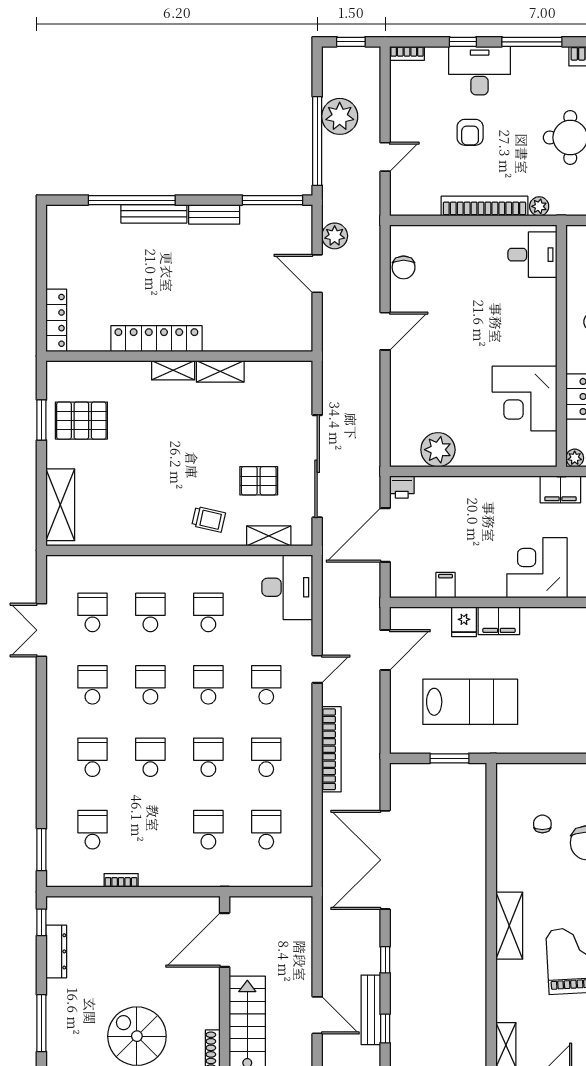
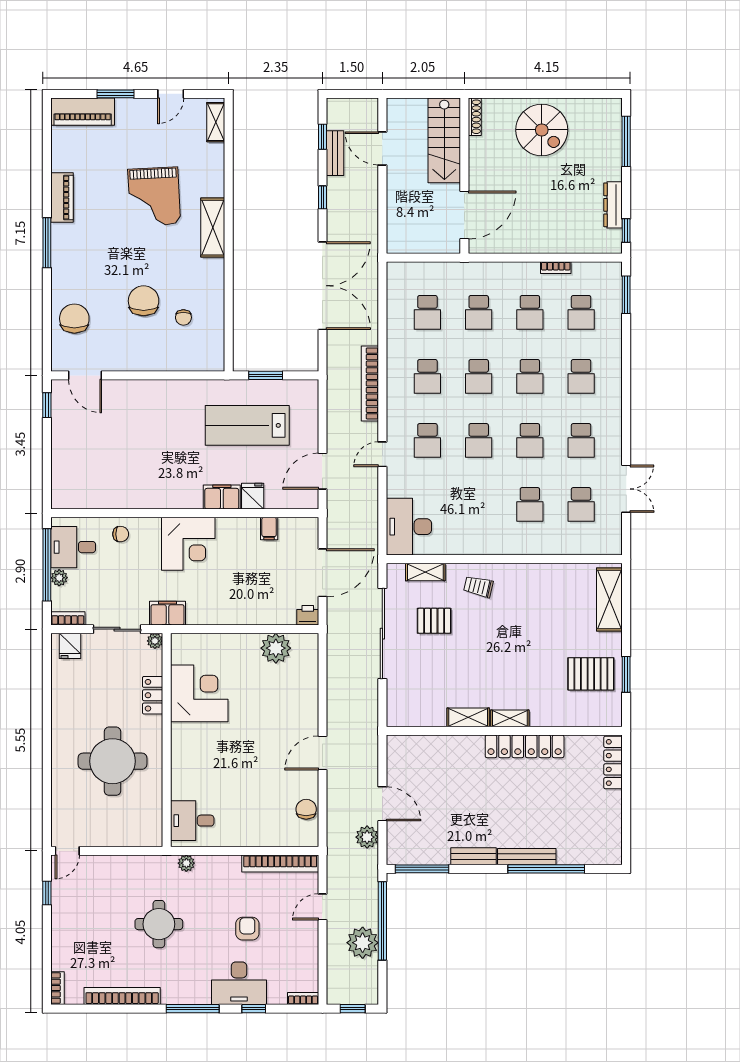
bookcase: (484, 206) -> (280, 863), moved
school desk: (208, 612) -> (530, 312), moved
bench: (371, 1010) -> (335, 153), width x0.73

